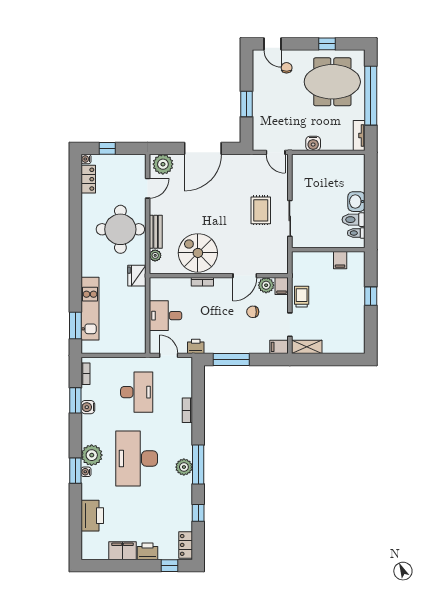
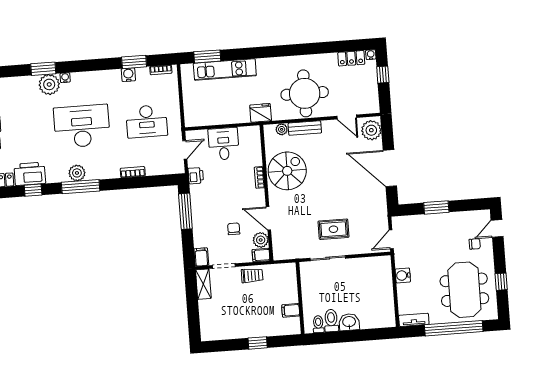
plant: (92, 455) -> (49, 84), moved
window: (75, 471) -> (43, 69), moved
printer: (92, 516) -> (30, 174), moved, turned 180

